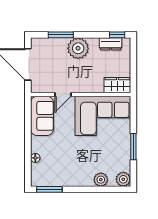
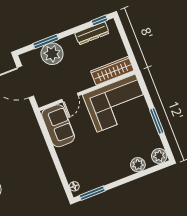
dresser: (111, 44) -> (92, 33), width x1.44
plant: (78, 48) -> (52, 54), moved
wardrobe: (117, 85) -> (112, 71), width x1.50
floor lamp: (35, 158) -> (74, 186), moved

